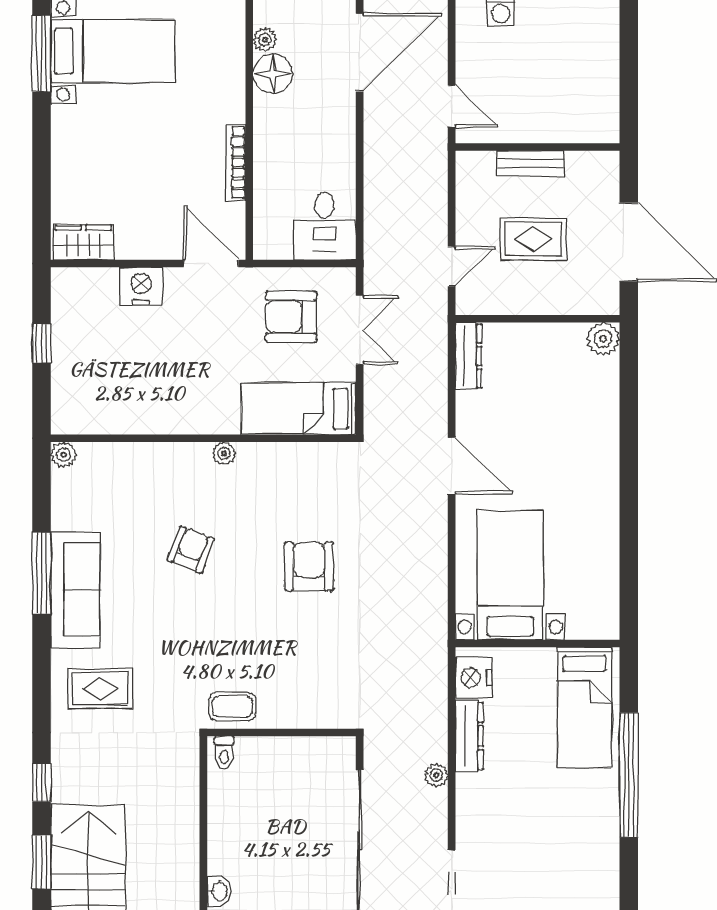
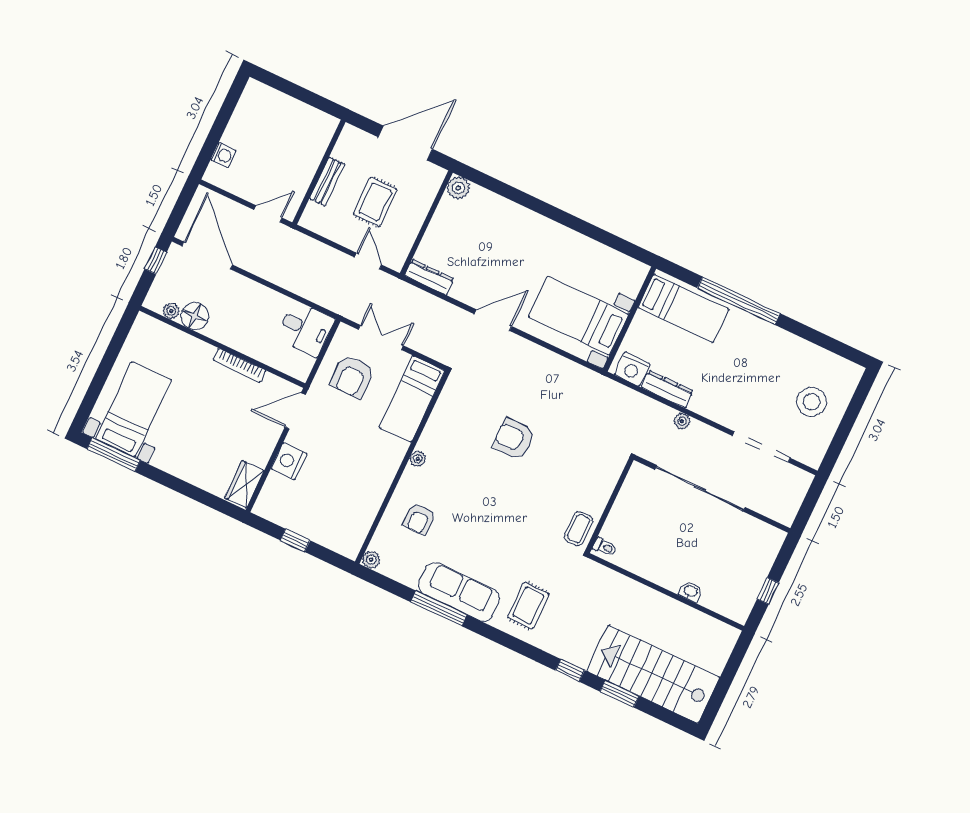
armchair: (191, 550) -> (419, 519), moved, turned -111

